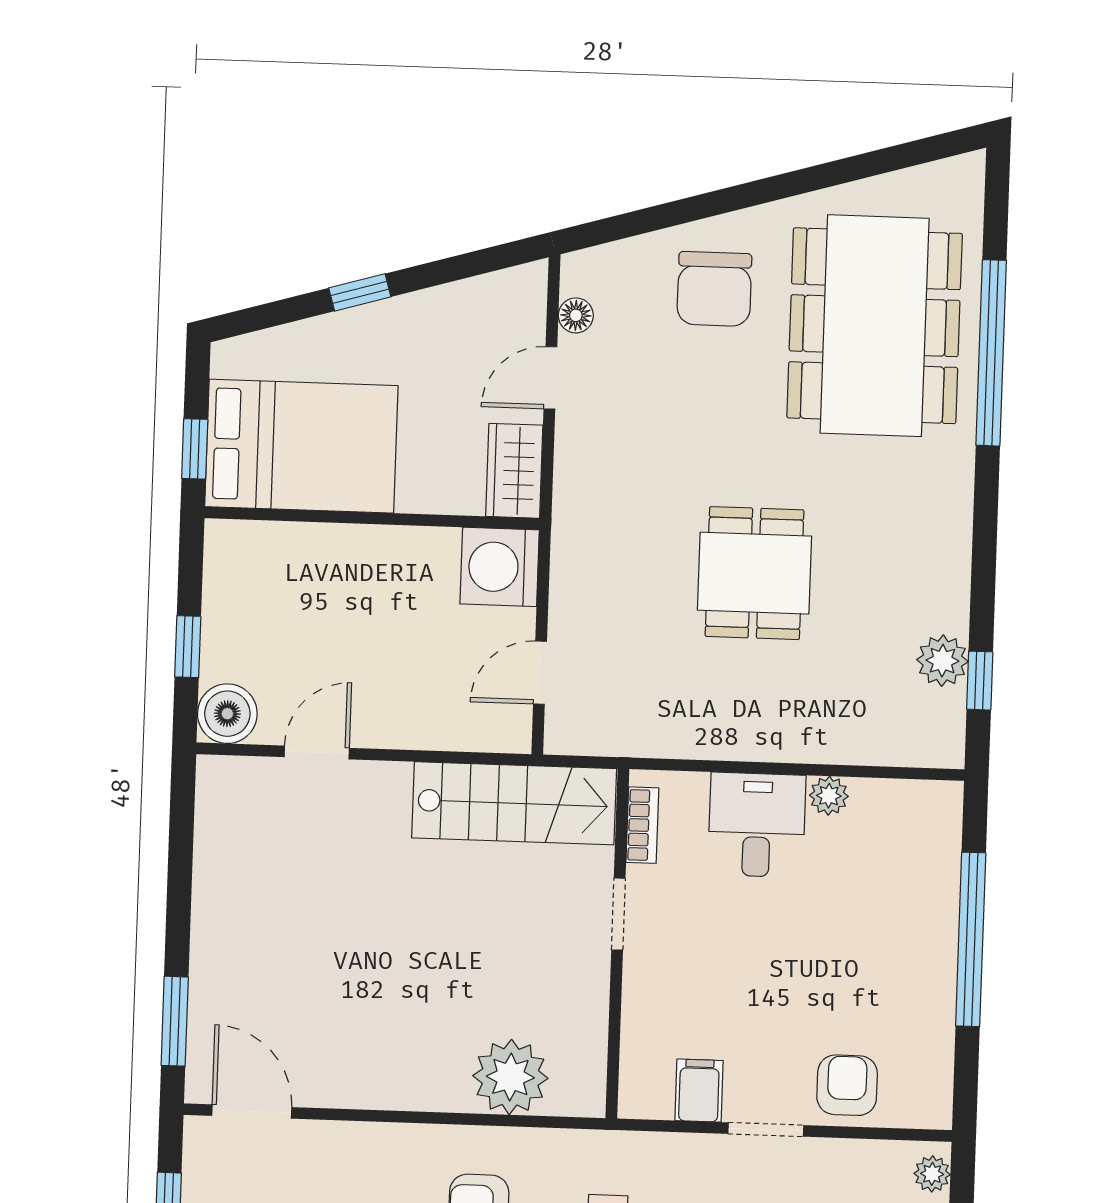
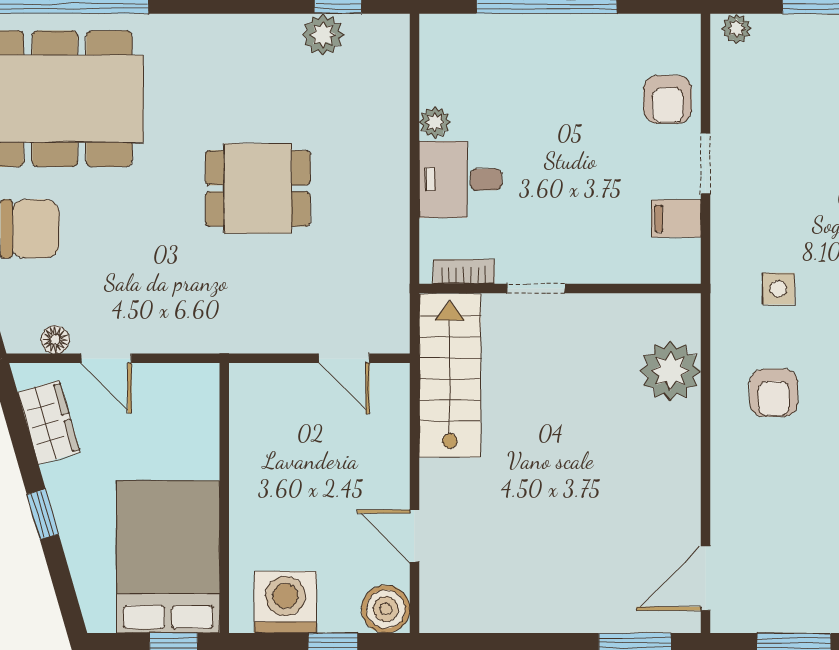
wardrobe: (514, 471) -> (49, 422), moved, turned -106
washing machine: (500, 567) -> (285, 602), moved, turned 180
armchair: (847, 1085) -> (668, 99), turned -90

